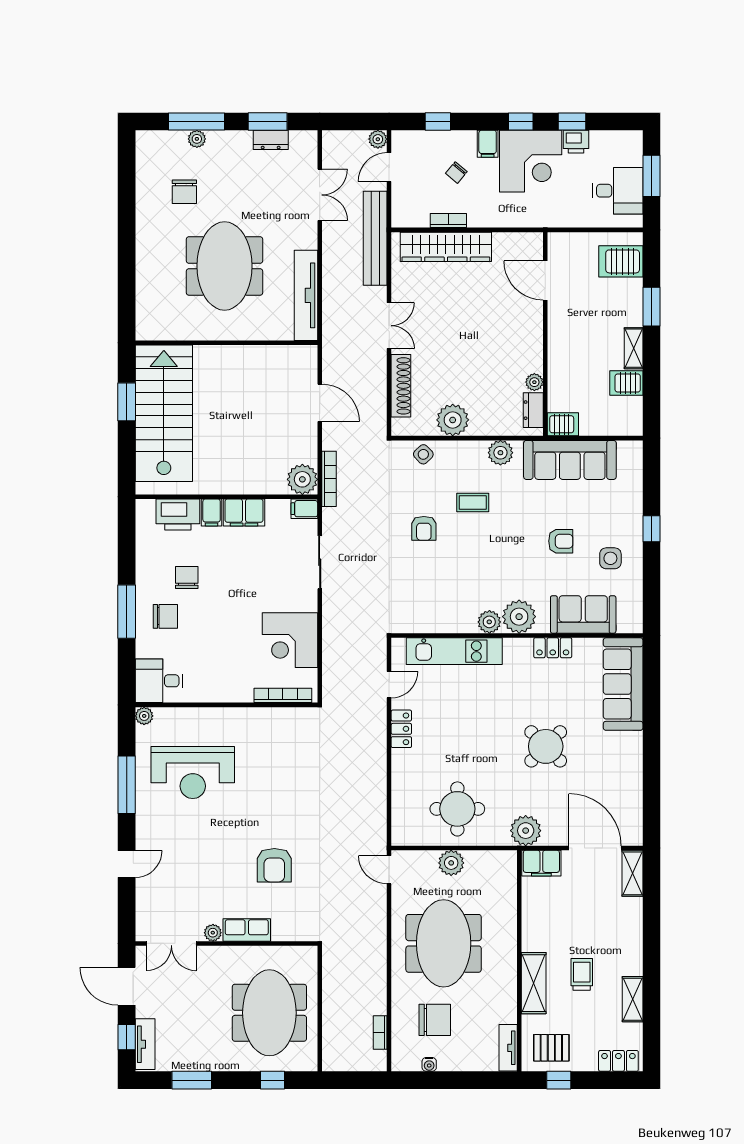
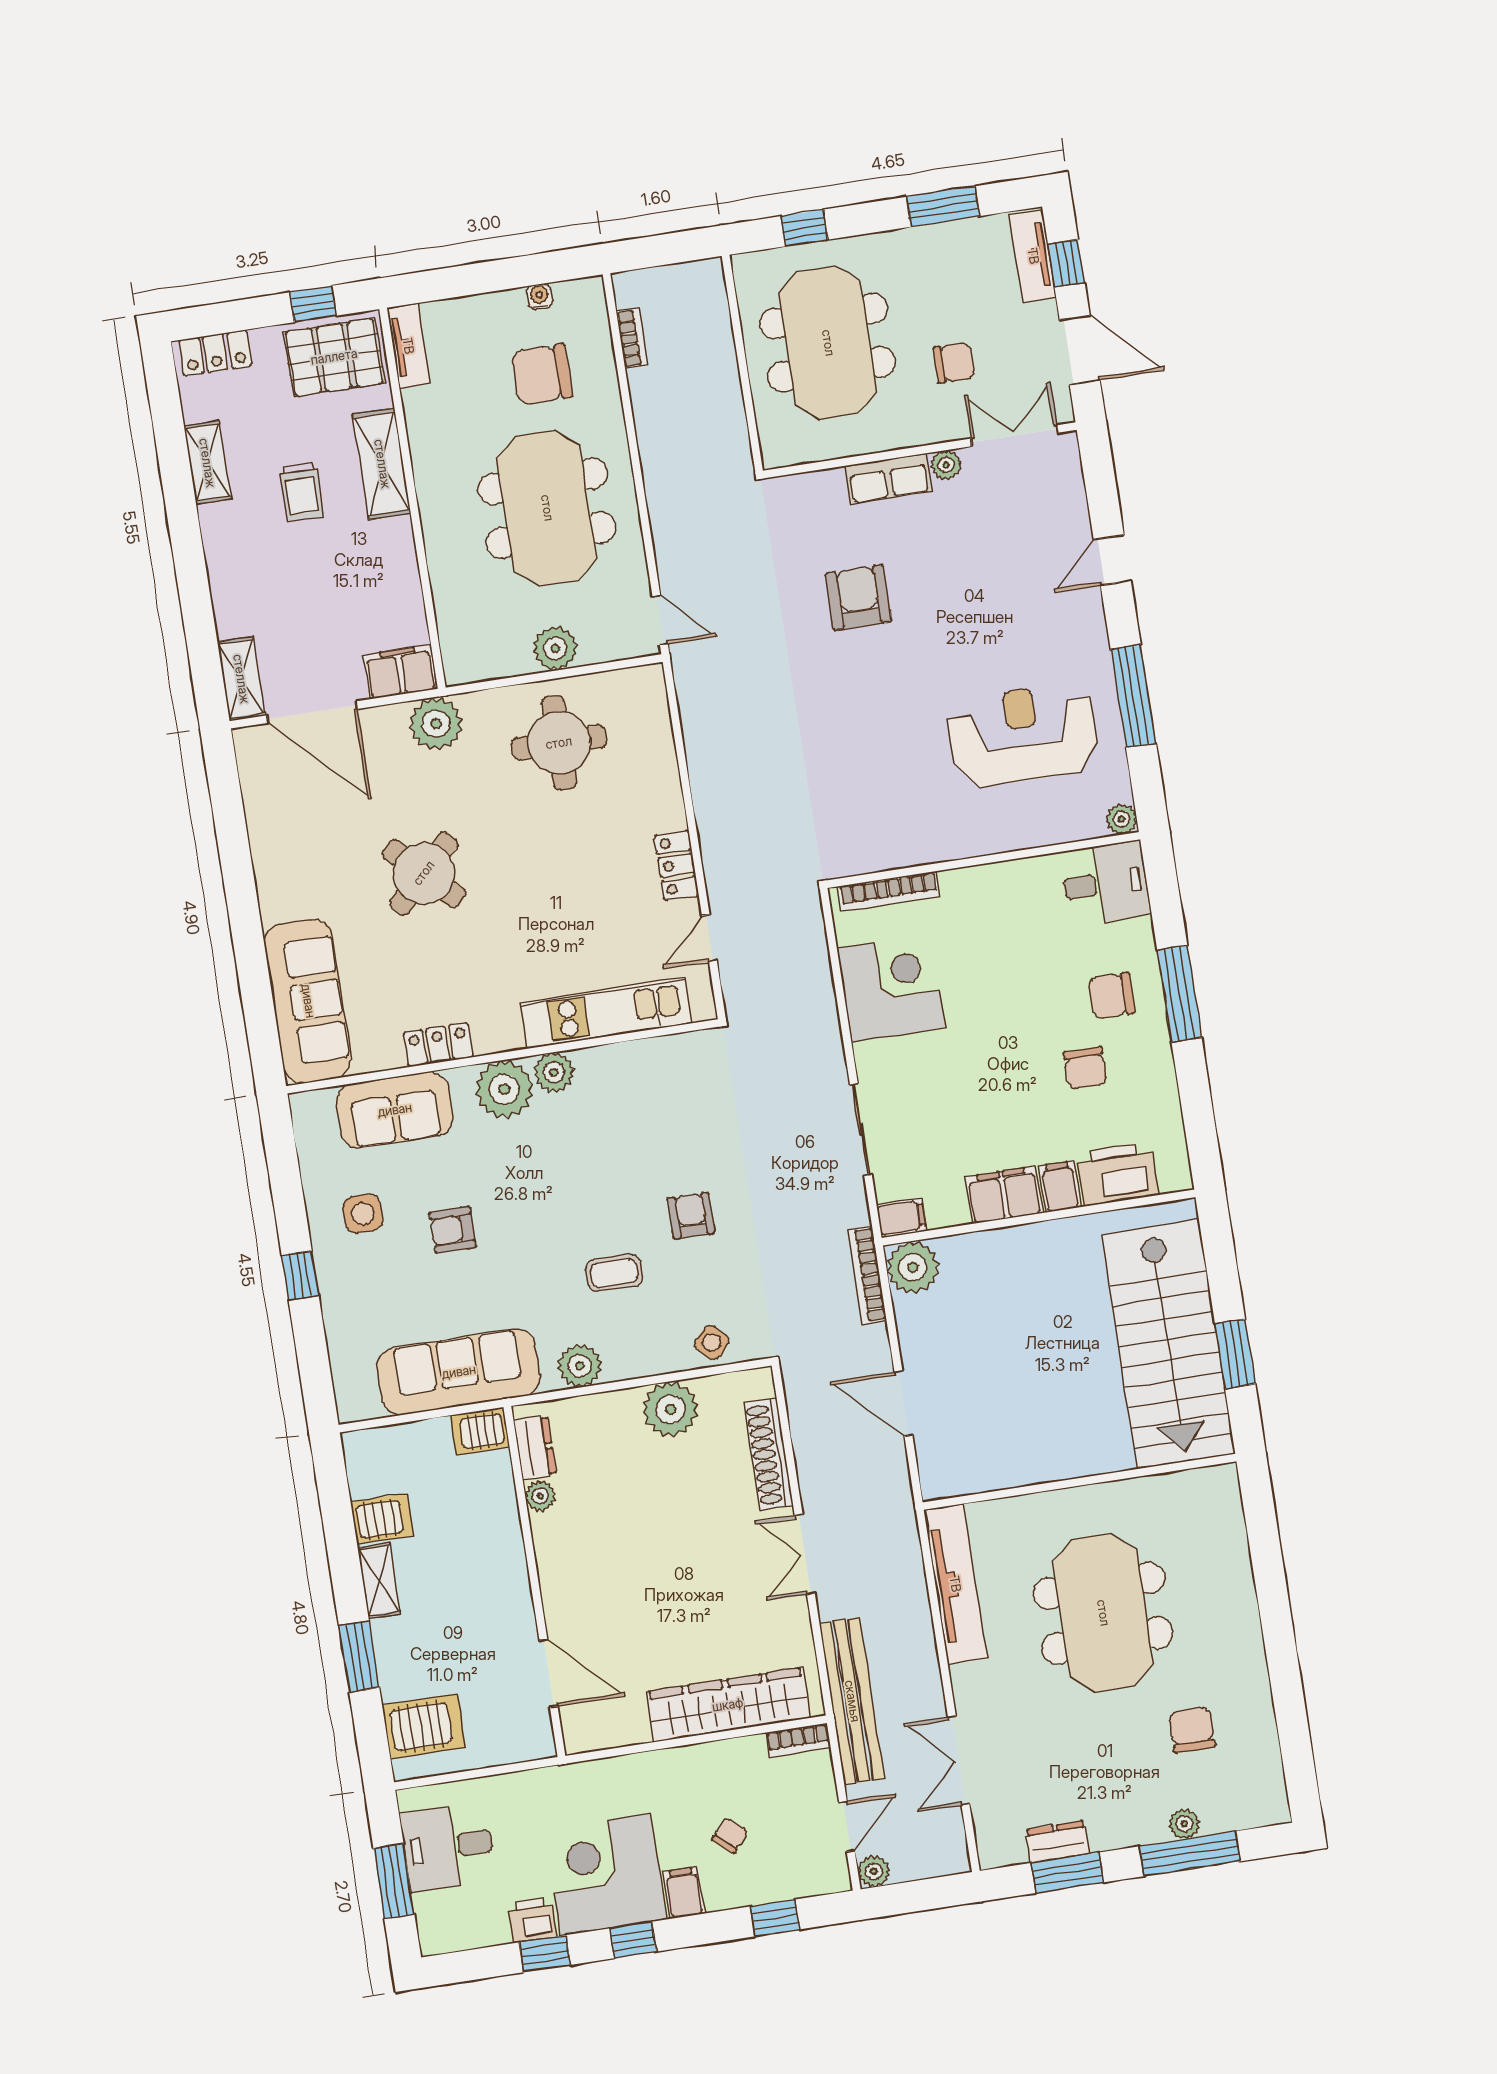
bookcase: (448, 221) -> (798, 1740), moved
chair: (199, 990) -> (954, 363), added
pallet: (551, 1048) -> (334, 357), width x1.50, depth x1.42

